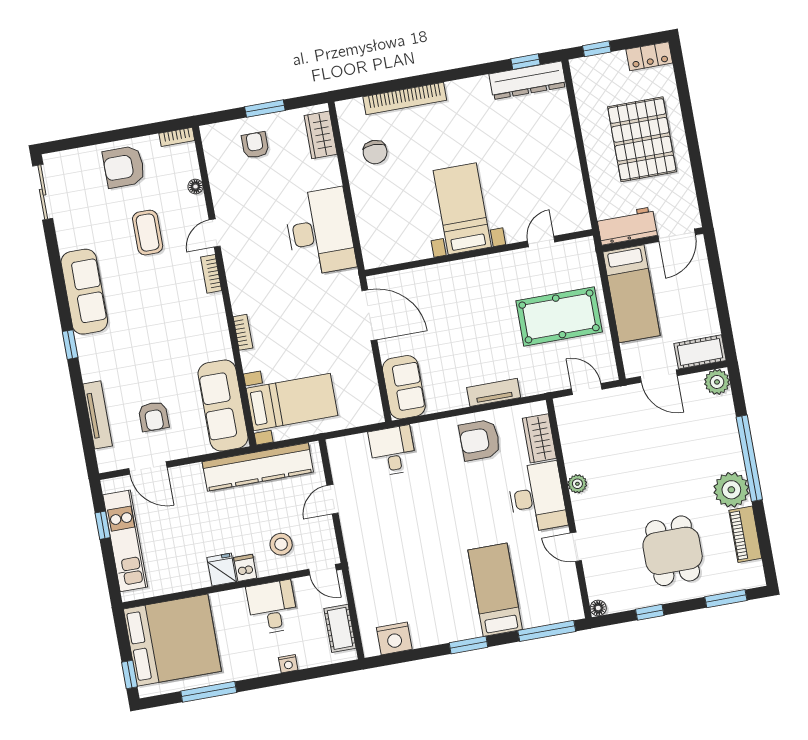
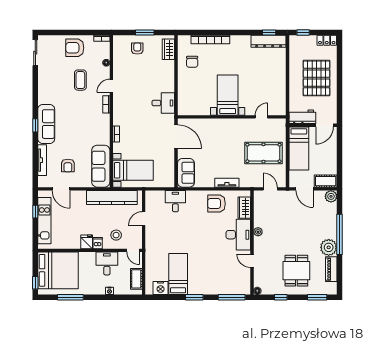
desk: (320, 232) -> (163, 103), width x0.53, depth x0.77
sofa: (84, 292) -> (46, 124), moved
bed: (495, 590) -> (178, 274), moved

